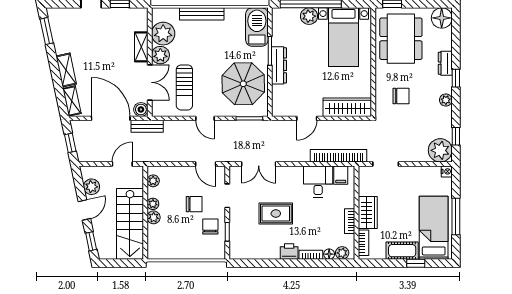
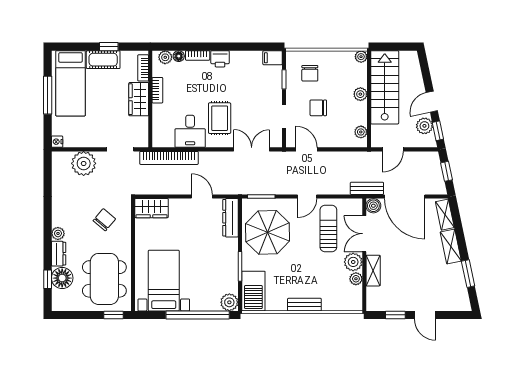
bench: (202, 14) -> (304, 305), width x0.73
plant: (309, 16) -> (229, 302), moved
floor lamp: (442, 18) -> (62, 278), moved
window: (47, 31) -> (468, 274), moved
plant: (163, 34) -> (356, 279), width x0.53, depth x0.53
dresser: (279, 65) -> (231, 218), moved
window: (456, 78) -> (48, 279), moved
chair: (401, 96) -> (104, 220), turned 130
plant: (446, 100) -> (58, 233), moved
wardrobe: (347, 107) -> (152, 208), width x0.67
door: (205, 118) -> (307, 197), swing flipped
door: (307, 118) -> (202, 197), hinge flipped
window: (456, 136) -> (48, 178), removed
plant: (440, 150) -> (84, 163), moved
filing cabinet: (341, 175) -> (273, 58), moved, turned -90
plant: (153, 204) -> (361, 57), moved
rug: (276, 214) -> (220, 118), moved, turned 90
chair: (210, 226) -> (310, 73), moved
window: (91, 241) -> (438, 131), moved
window: (416, 263) -> (109, 47), moved

